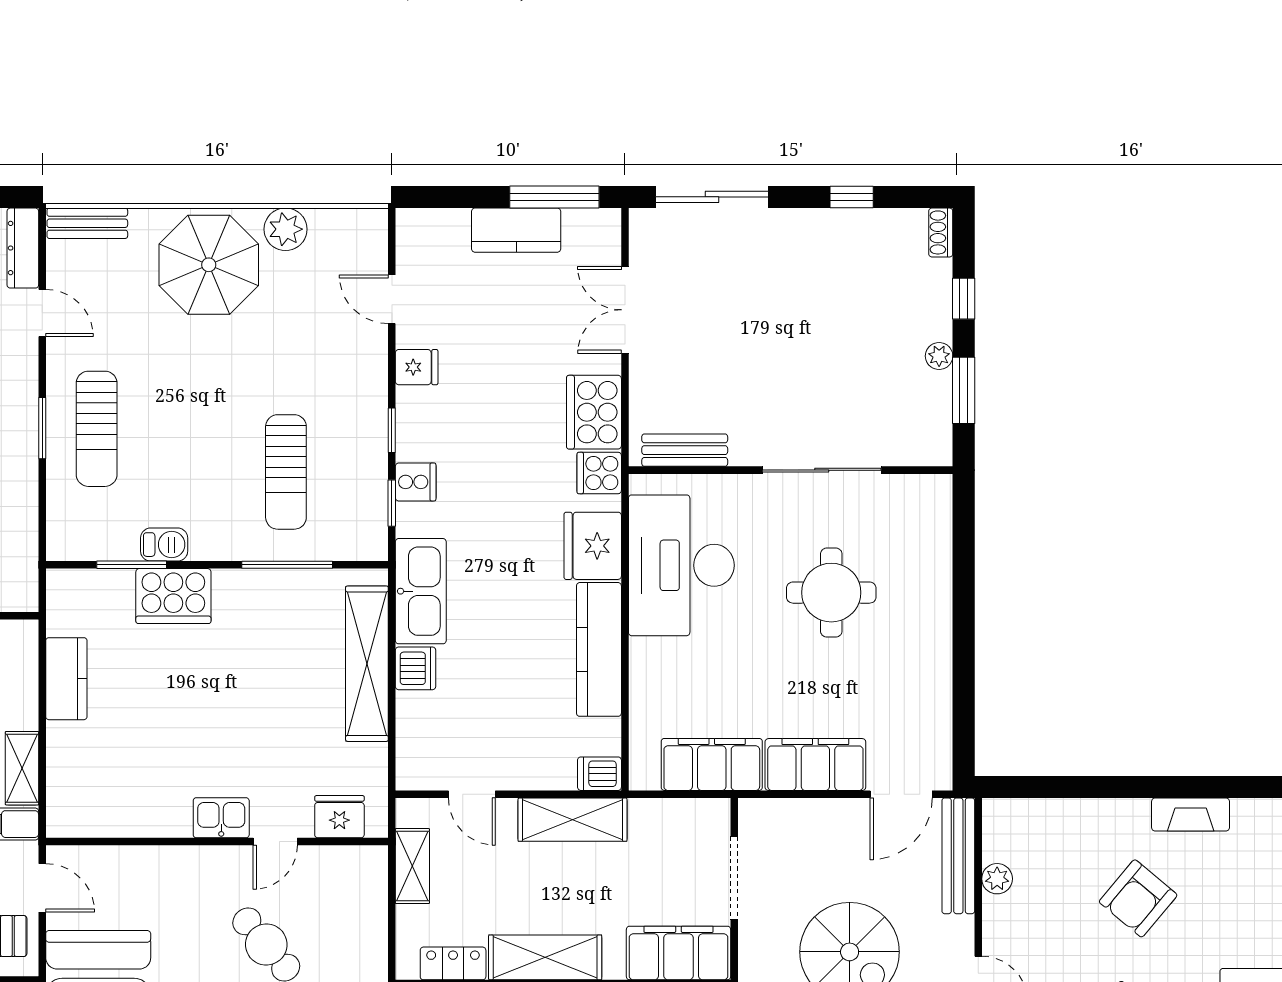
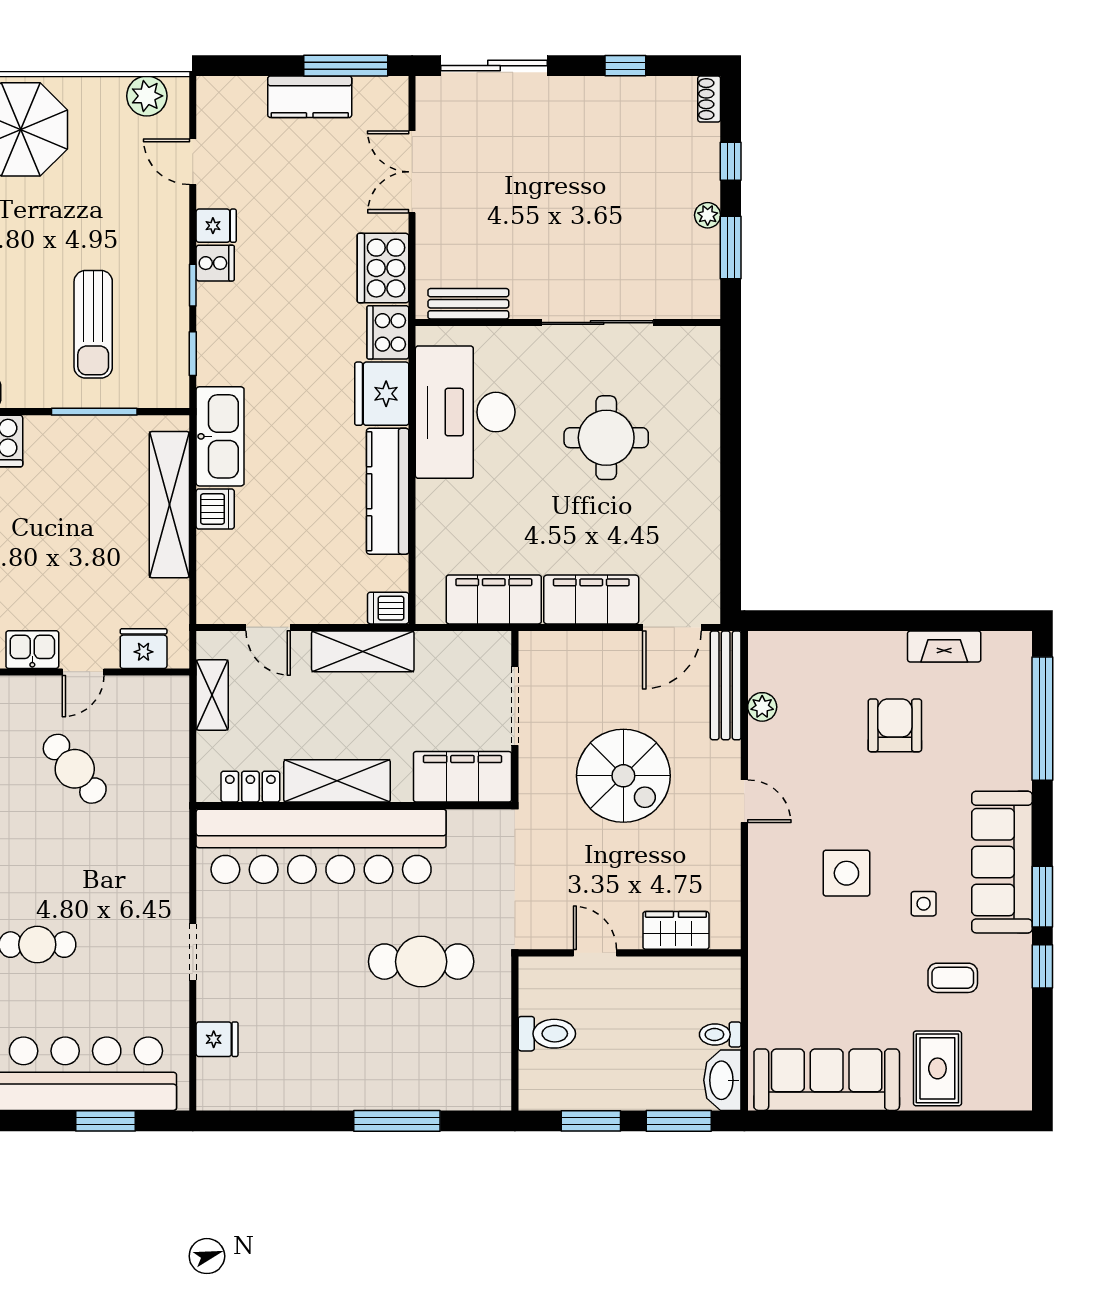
plant: (286, 229) -> (147, 96), moved
cooker: (599, 473) -> (388, 332), width x1.36
cooker: (416, 482) -> (215, 263), moved
armchair: (1138, 898) -> (895, 725), turned 140

